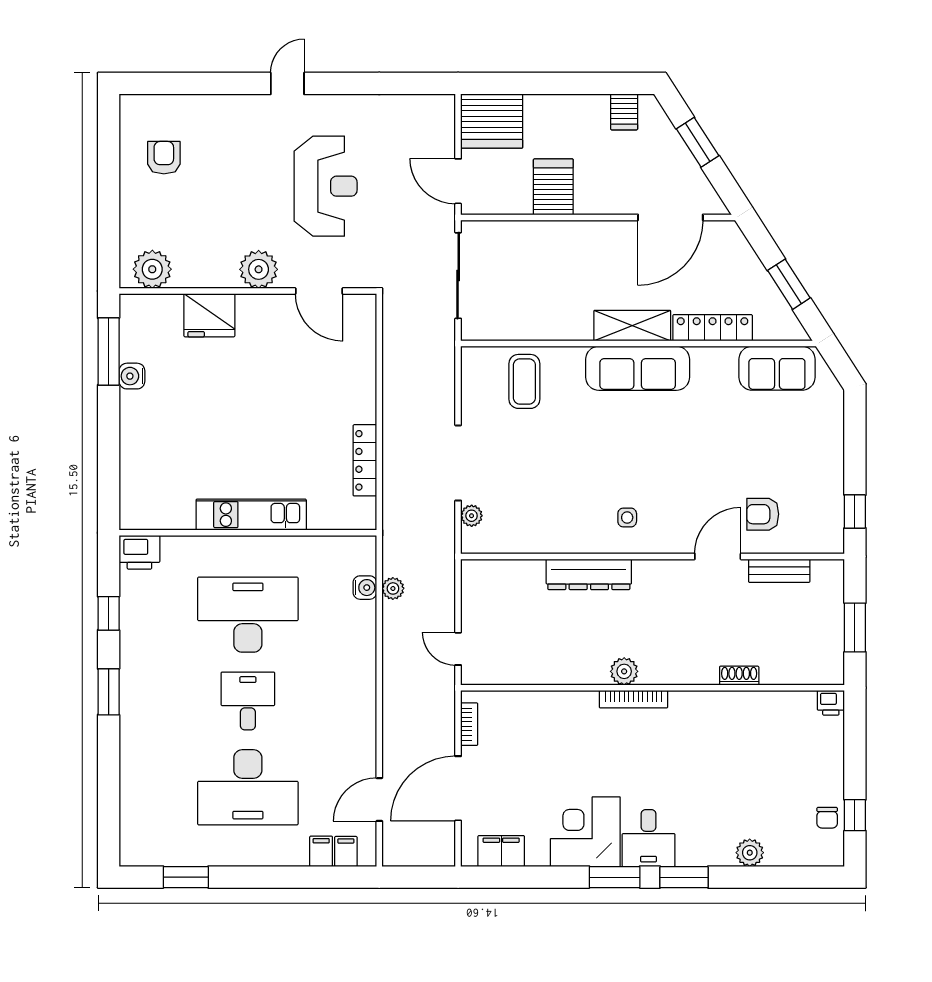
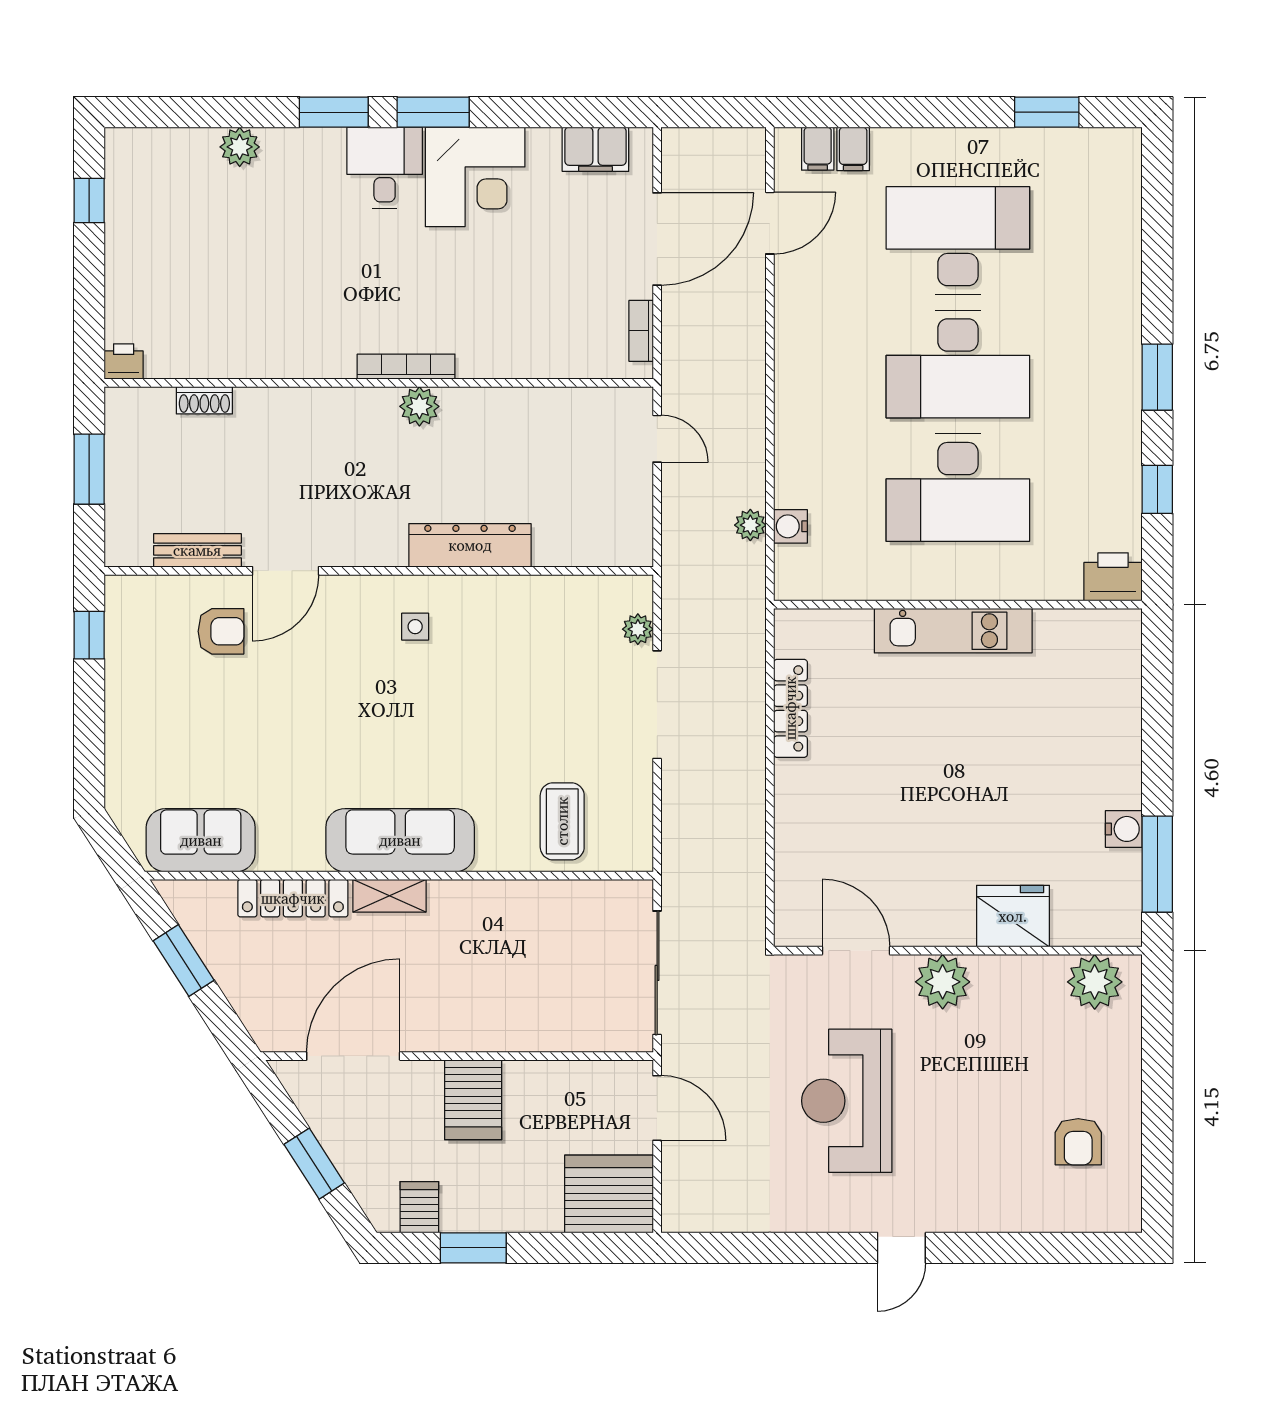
window: (587, 83) -> (473, 1248), added
server rack: (553, 187) -> (473, 1100), moved
shelving: (632, 326) -> (389, 896), width x0.67, depth x0.75
shoe rack: (739, 676) -> (204, 400), moved
desk: (248, 701) -> (958, 364), width x1.87, depth x1.30
chair: (827, 818) -> (129, 197), removed

